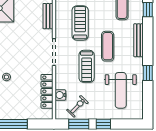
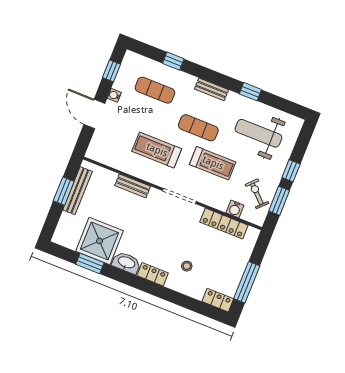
bench: (139, 40) -> (211, 89), width x0.73
weight bench: (121, 90) -> (258, 133), turned 180

